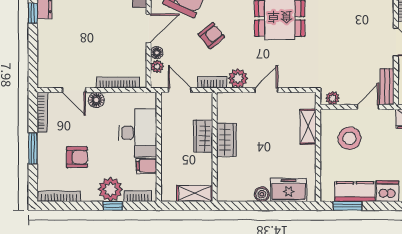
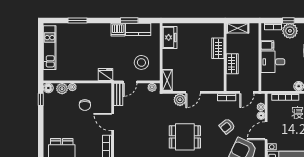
plant: (238, 78) -> (180, 100), moved
door: (180, 90) -> (247, 92), hinge flipped
shelving: (308, 127) -> (167, 80), moved
desk: (138, 133) -> (273, 62), width x0.73
wardrobe: (226, 140) -> (218, 48), moved
freezer: (289, 190) -> (170, 37), moved, turned -90
boiler: (262, 194) -> (196, 28), removed
window: (347, 206) -> (129, 21), moved

